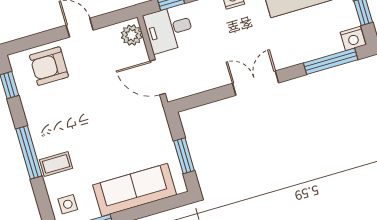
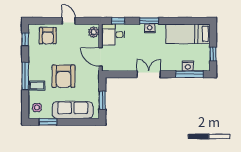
nightstand: (353, 38) -> (188, 66), moved
armchair: (49, 66) -> (48, 36), turned -90
armchair: (100, 132) -> (64, 76), added

